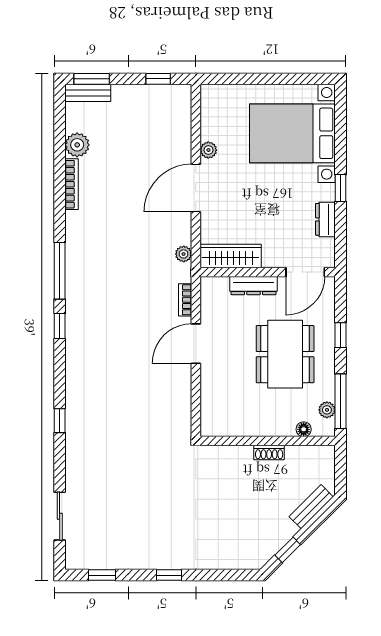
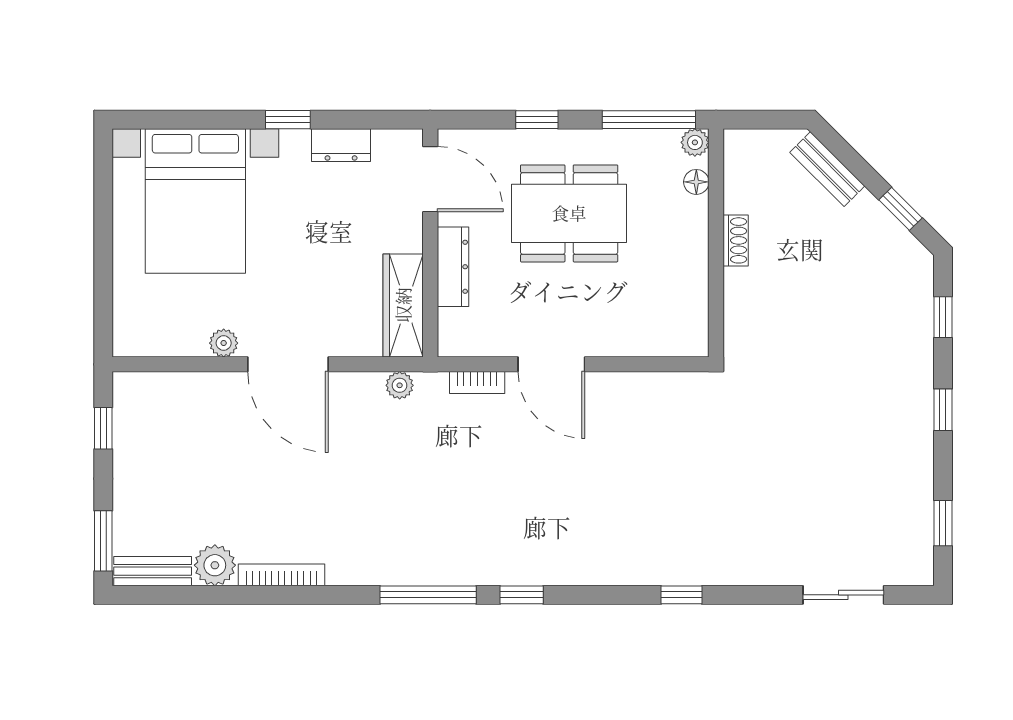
bench: (88, 93) -> (153, 571), moved, turned 90
plant: (327, 410) -> (695, 142), moved
window: (224, 575) -> (943, 317), added

